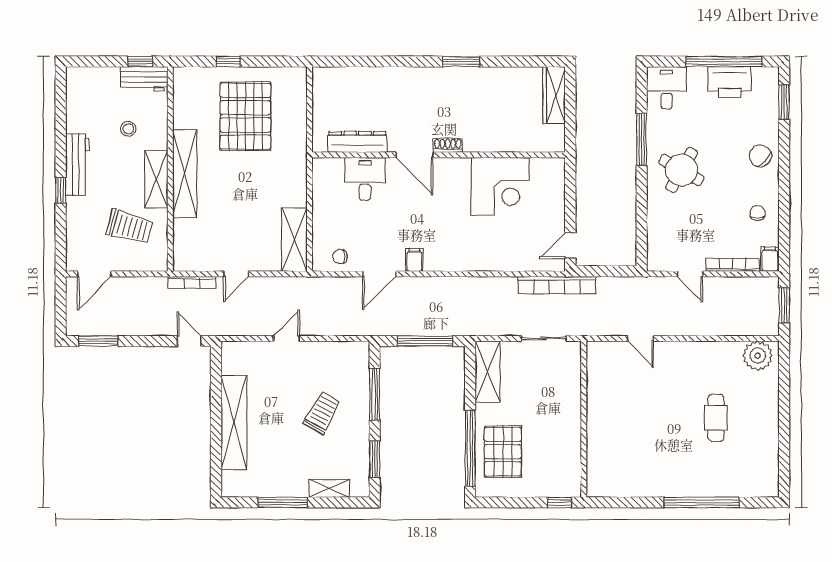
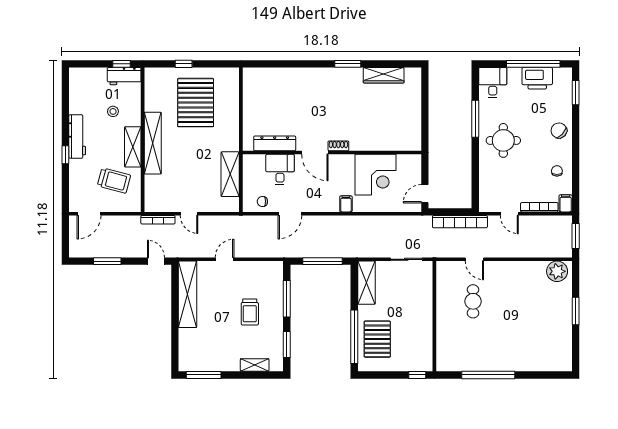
wardrobe: (554, 95) -> (384, 75), moved, turned -90
dresser: (357, 142) -> (275, 143), moved
shoe rack: (448, 145) -> (338, 146), moved
door: (414, 155) -> (315, 153), moved
wall: (439, 155) -> (332, 153), moved
round table: (681, 170) -> (503, 140), turned -30
desk: (365, 179) -> (280, 169), moved
corner desk: (500, 186) -> (375, 175), moved
shelving: (294, 240) -> (230, 174), moved
filing cabinet: (414, 260) -> (346, 204), moved
door: (236, 274) -> (189, 214), hinge flipped
bookcase: (557, 285) -> (460, 222), moved
window: (98, 341) -> (107, 261), moved
window: (784, 412) -> (576, 311), added
trolley: (322, 413) -> (250, 312), turned 151
cafe table: (716, 418) -> (473, 301), moved
shelving: (234, 423) -> (188, 294), moved
window: (282, 502) -> (204, 375), moved
window: (702, 502) -> (488, 375), moved

